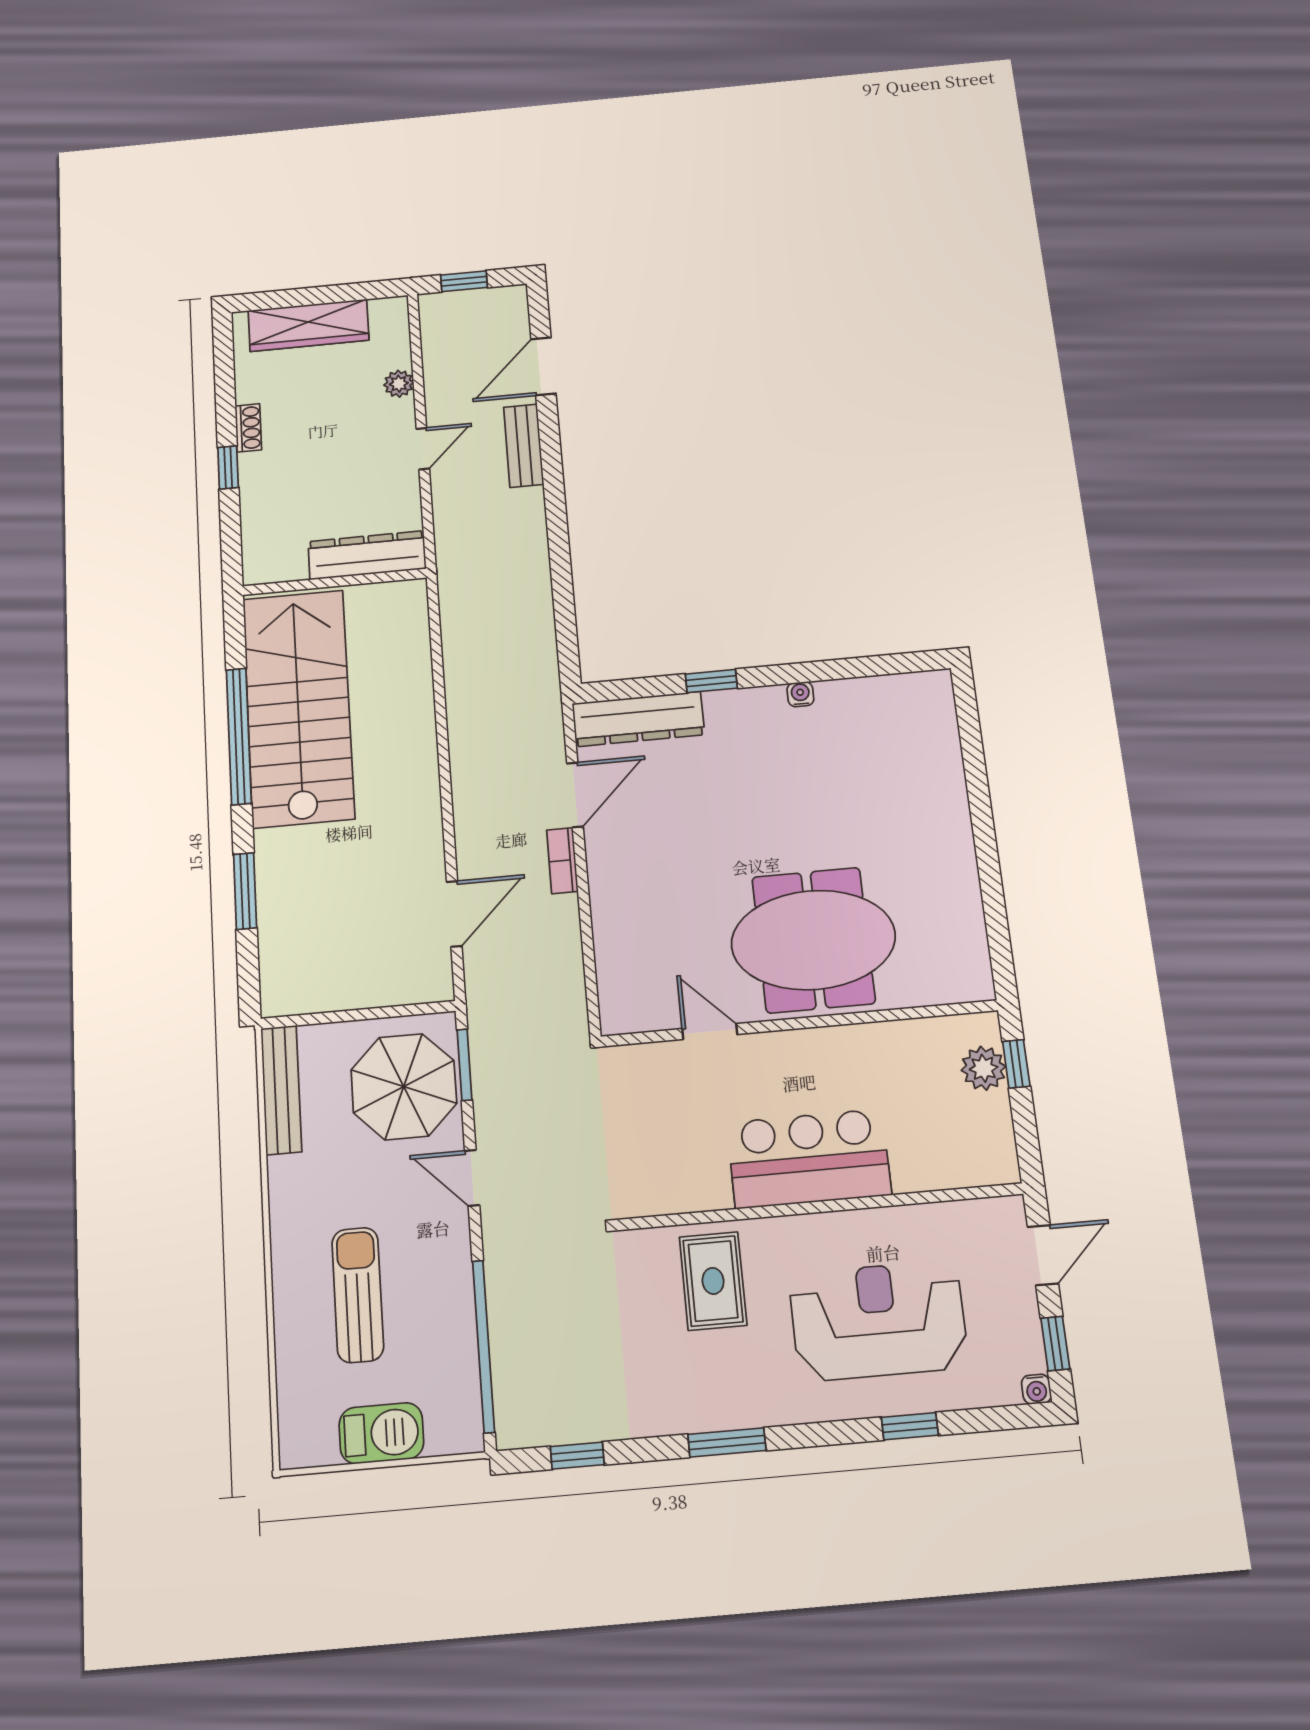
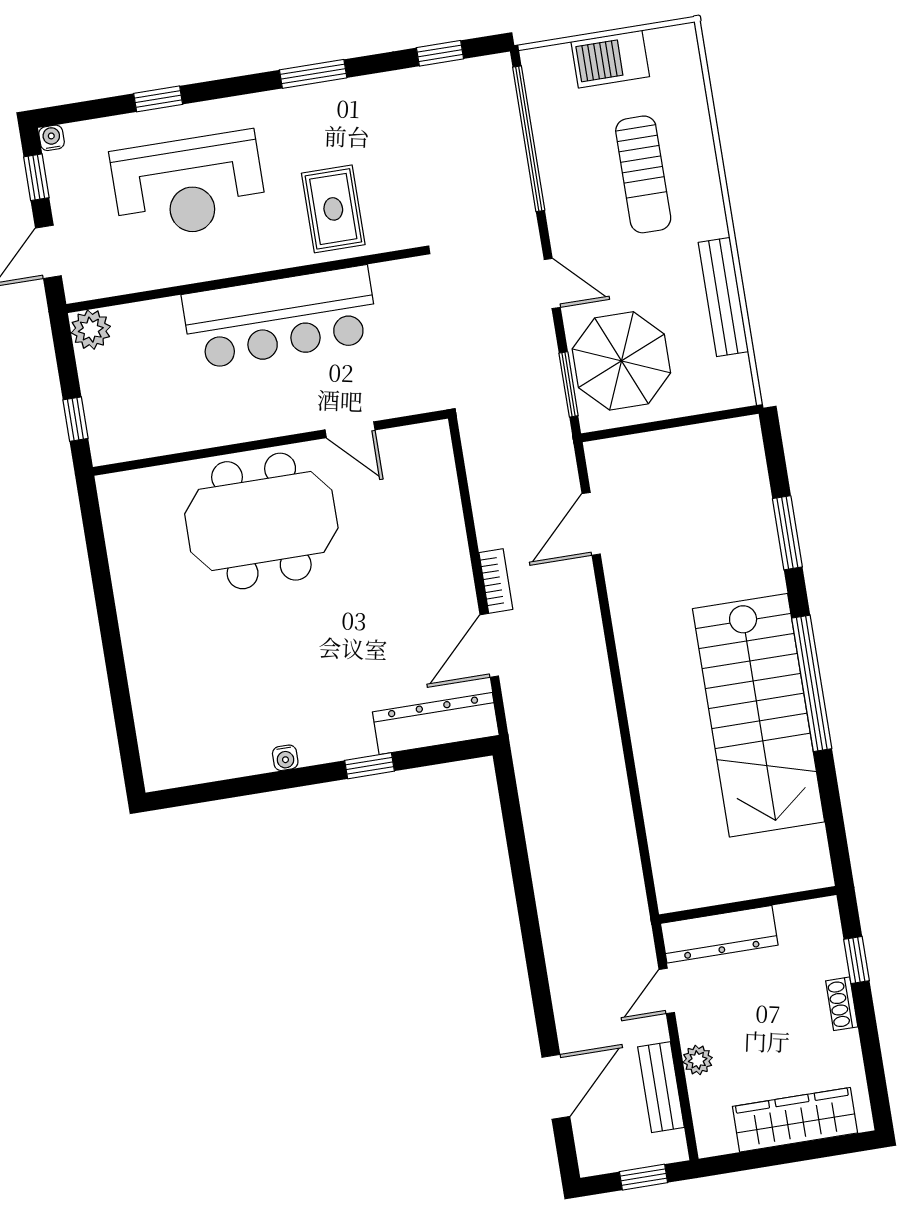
bench: (524, 446) -> (661, 1087), moved
dresser: (367, 555) -> (719, 934), moved
wall: (335, 582) -> (748, 905), moved
plant: (984, 1068) -> (91, 330), moved
bench: (281, 1090) -> (723, 297), moved
bar counter: (809, 1159) -> (280, 318), width x1.36

